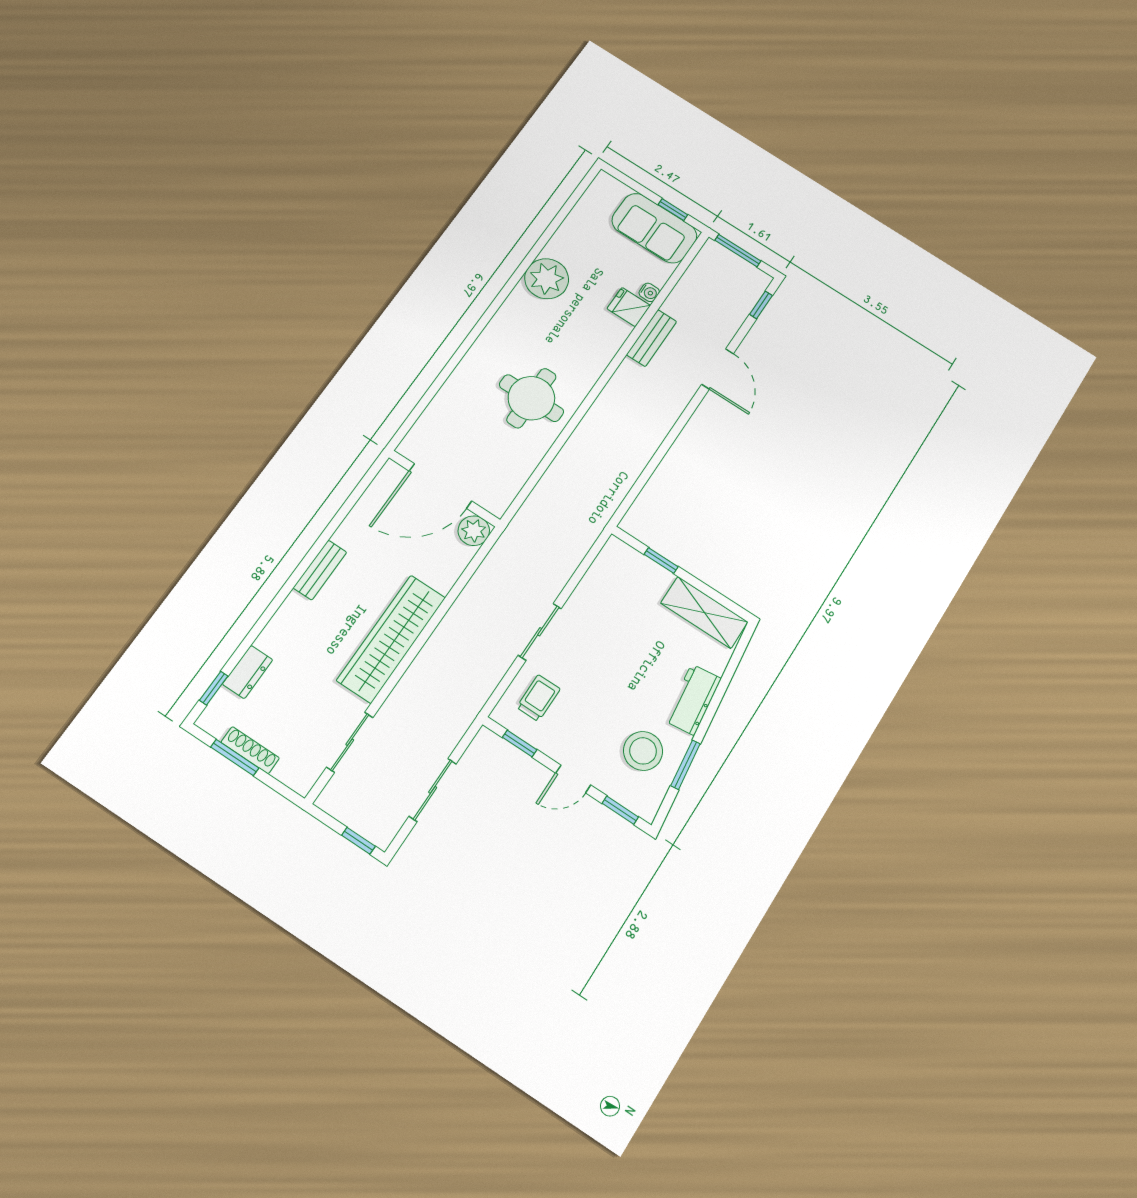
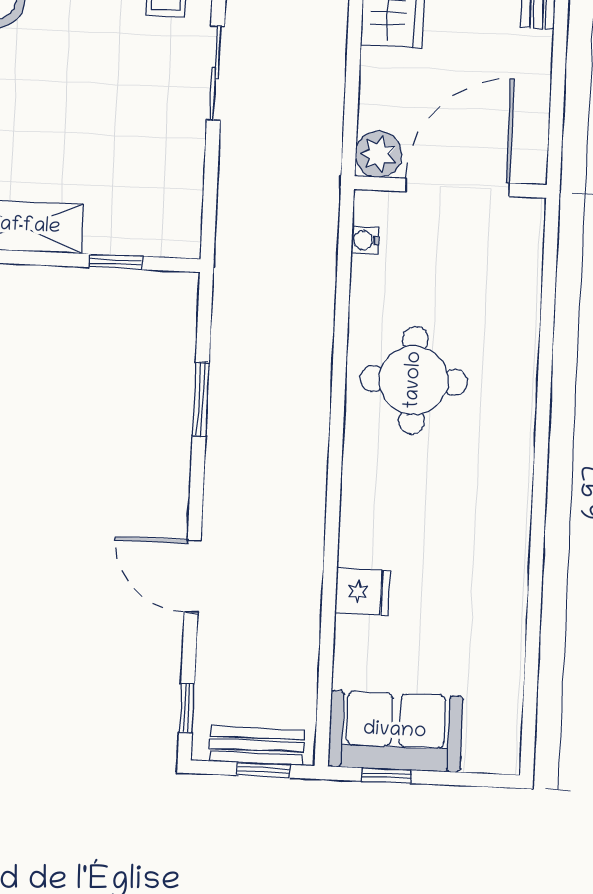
window: (738, 251) -> (263, 770), width x0.67
plant: (547, 279) -> (495, 564), removed
water cooler: (649, 292) -> (365, 240), moved
bench: (652, 338) -> (257, 746), moved, turned 90
window: (657, 458) -> (201, 399), added

